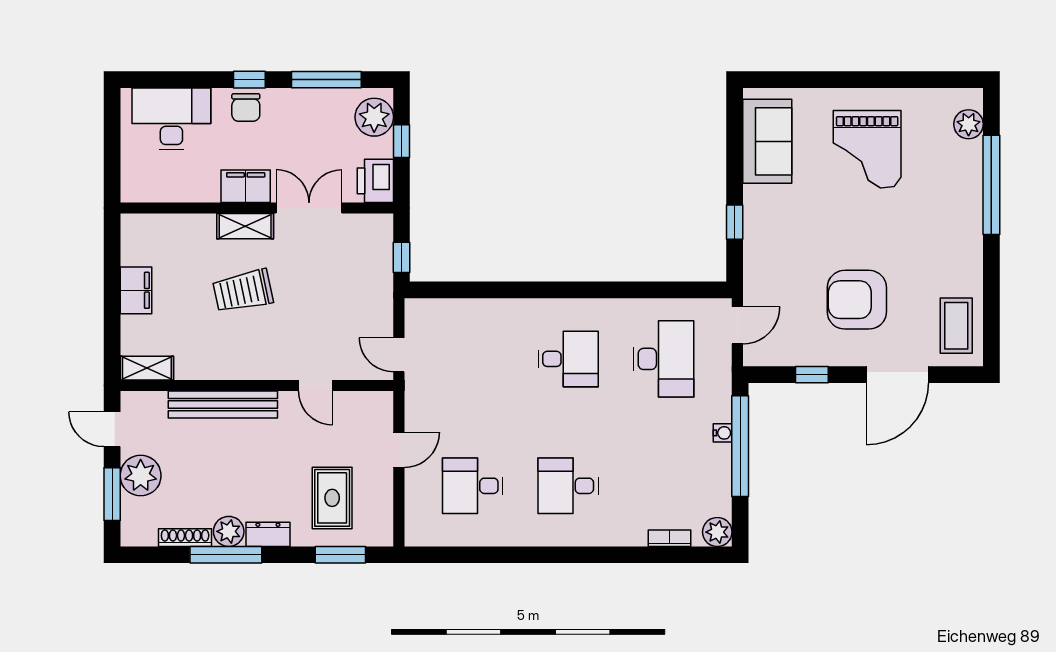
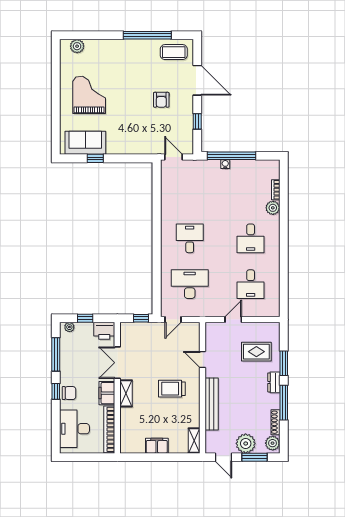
plant: (374, 117) -> (69, 327), width x0.53, depth x0.53
grand piano: (867, 149) -> (89, 95), turned -90
window: (991, 185) -> (147, 35), moved
bookcase: (170, 191) -> (109, 429), added
window: (735, 222) -> (95, 158), moved
trolley: (243, 291) -> (172, 389), moved, turned 102
armchair: (857, 300) -> (161, 100), width x0.53, depth x0.53
door: (399, 355) -> (173, 320), moved
desk: (664, 359) -> (190, 284), moved
door: (315, 386) -> (202, 360), swing flipped
door: (112, 429) -> (223, 457), hinge flipped
door: (399, 450) -> (233, 320), hinge flipped
plant: (229, 531) -> (273, 443), moved
plant: (717, 532) -> (273, 208), moved
window: (340, 555) -> (284, 363), moved

